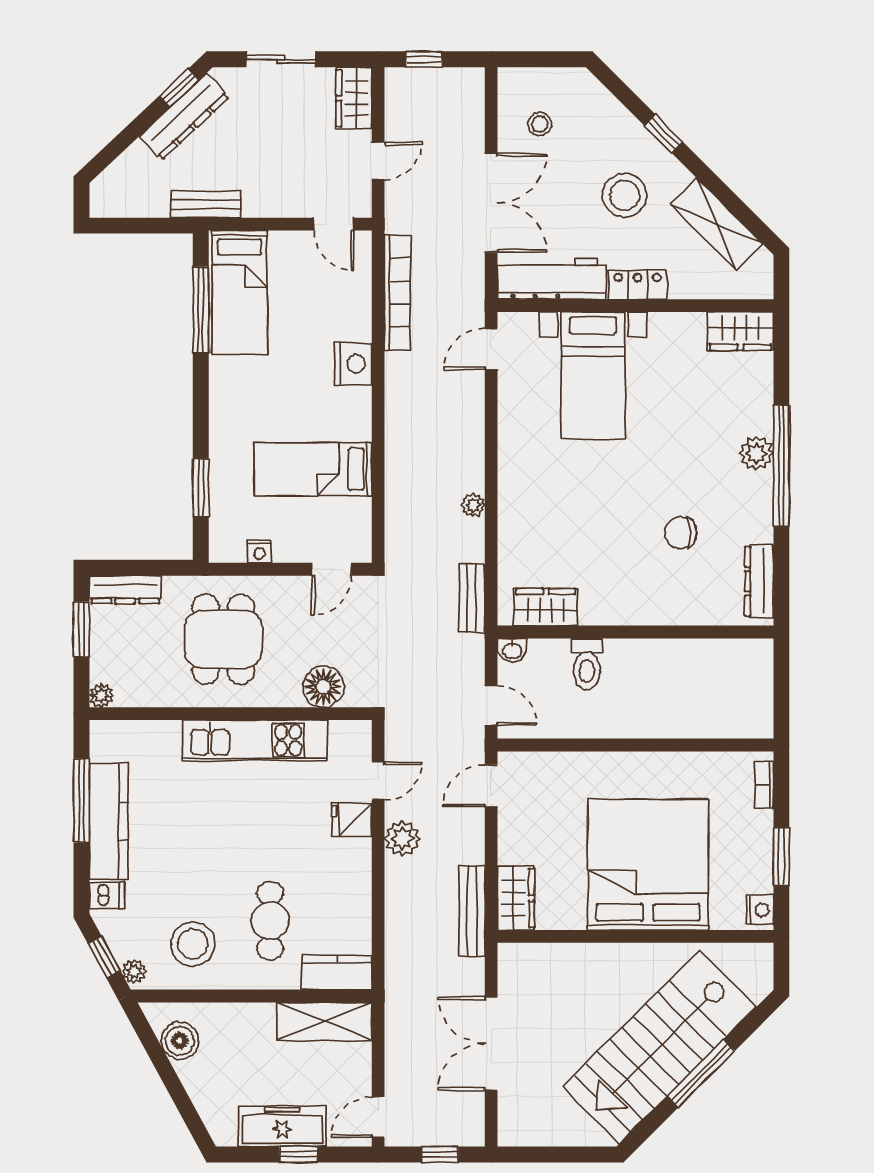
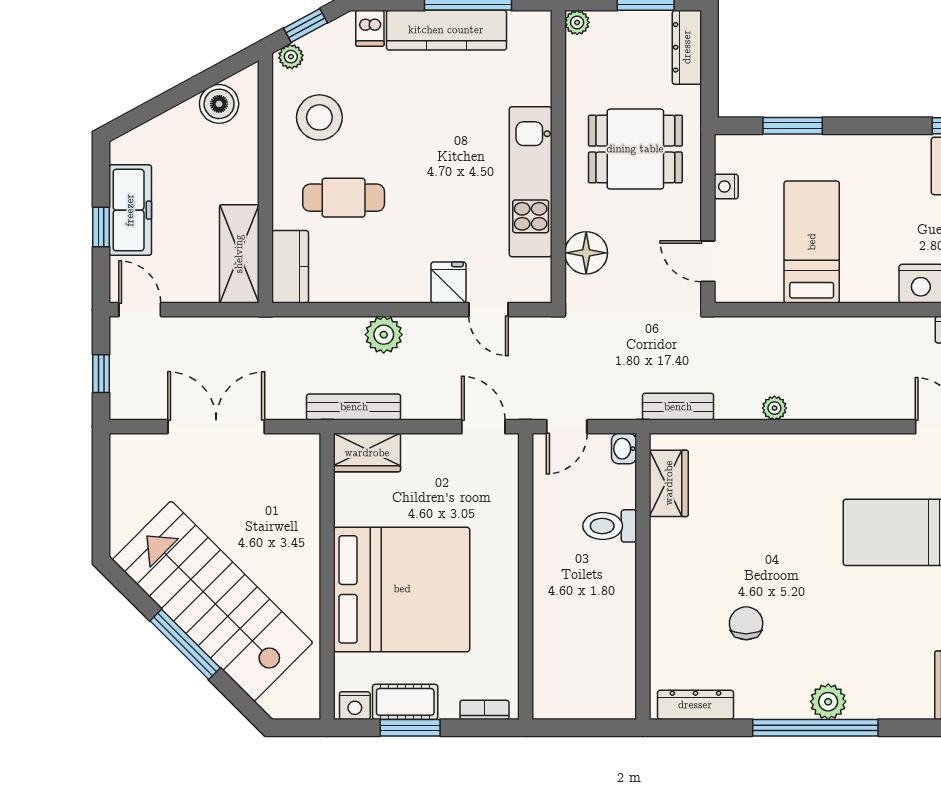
plant: (402, 839) -> (384, 335), moved
cot: (756, 861) -> (405, 702), added

